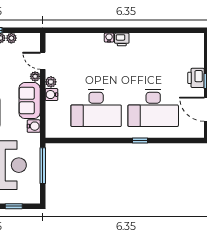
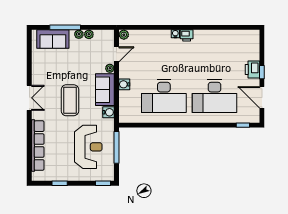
door: (43, 61) -> (116, 54), swing flipped
plant: (51, 82) -> (124, 35), moved
window: (140, 141) -> (243, 125), moved
window: (14, 206) -> (103, 183), moved

